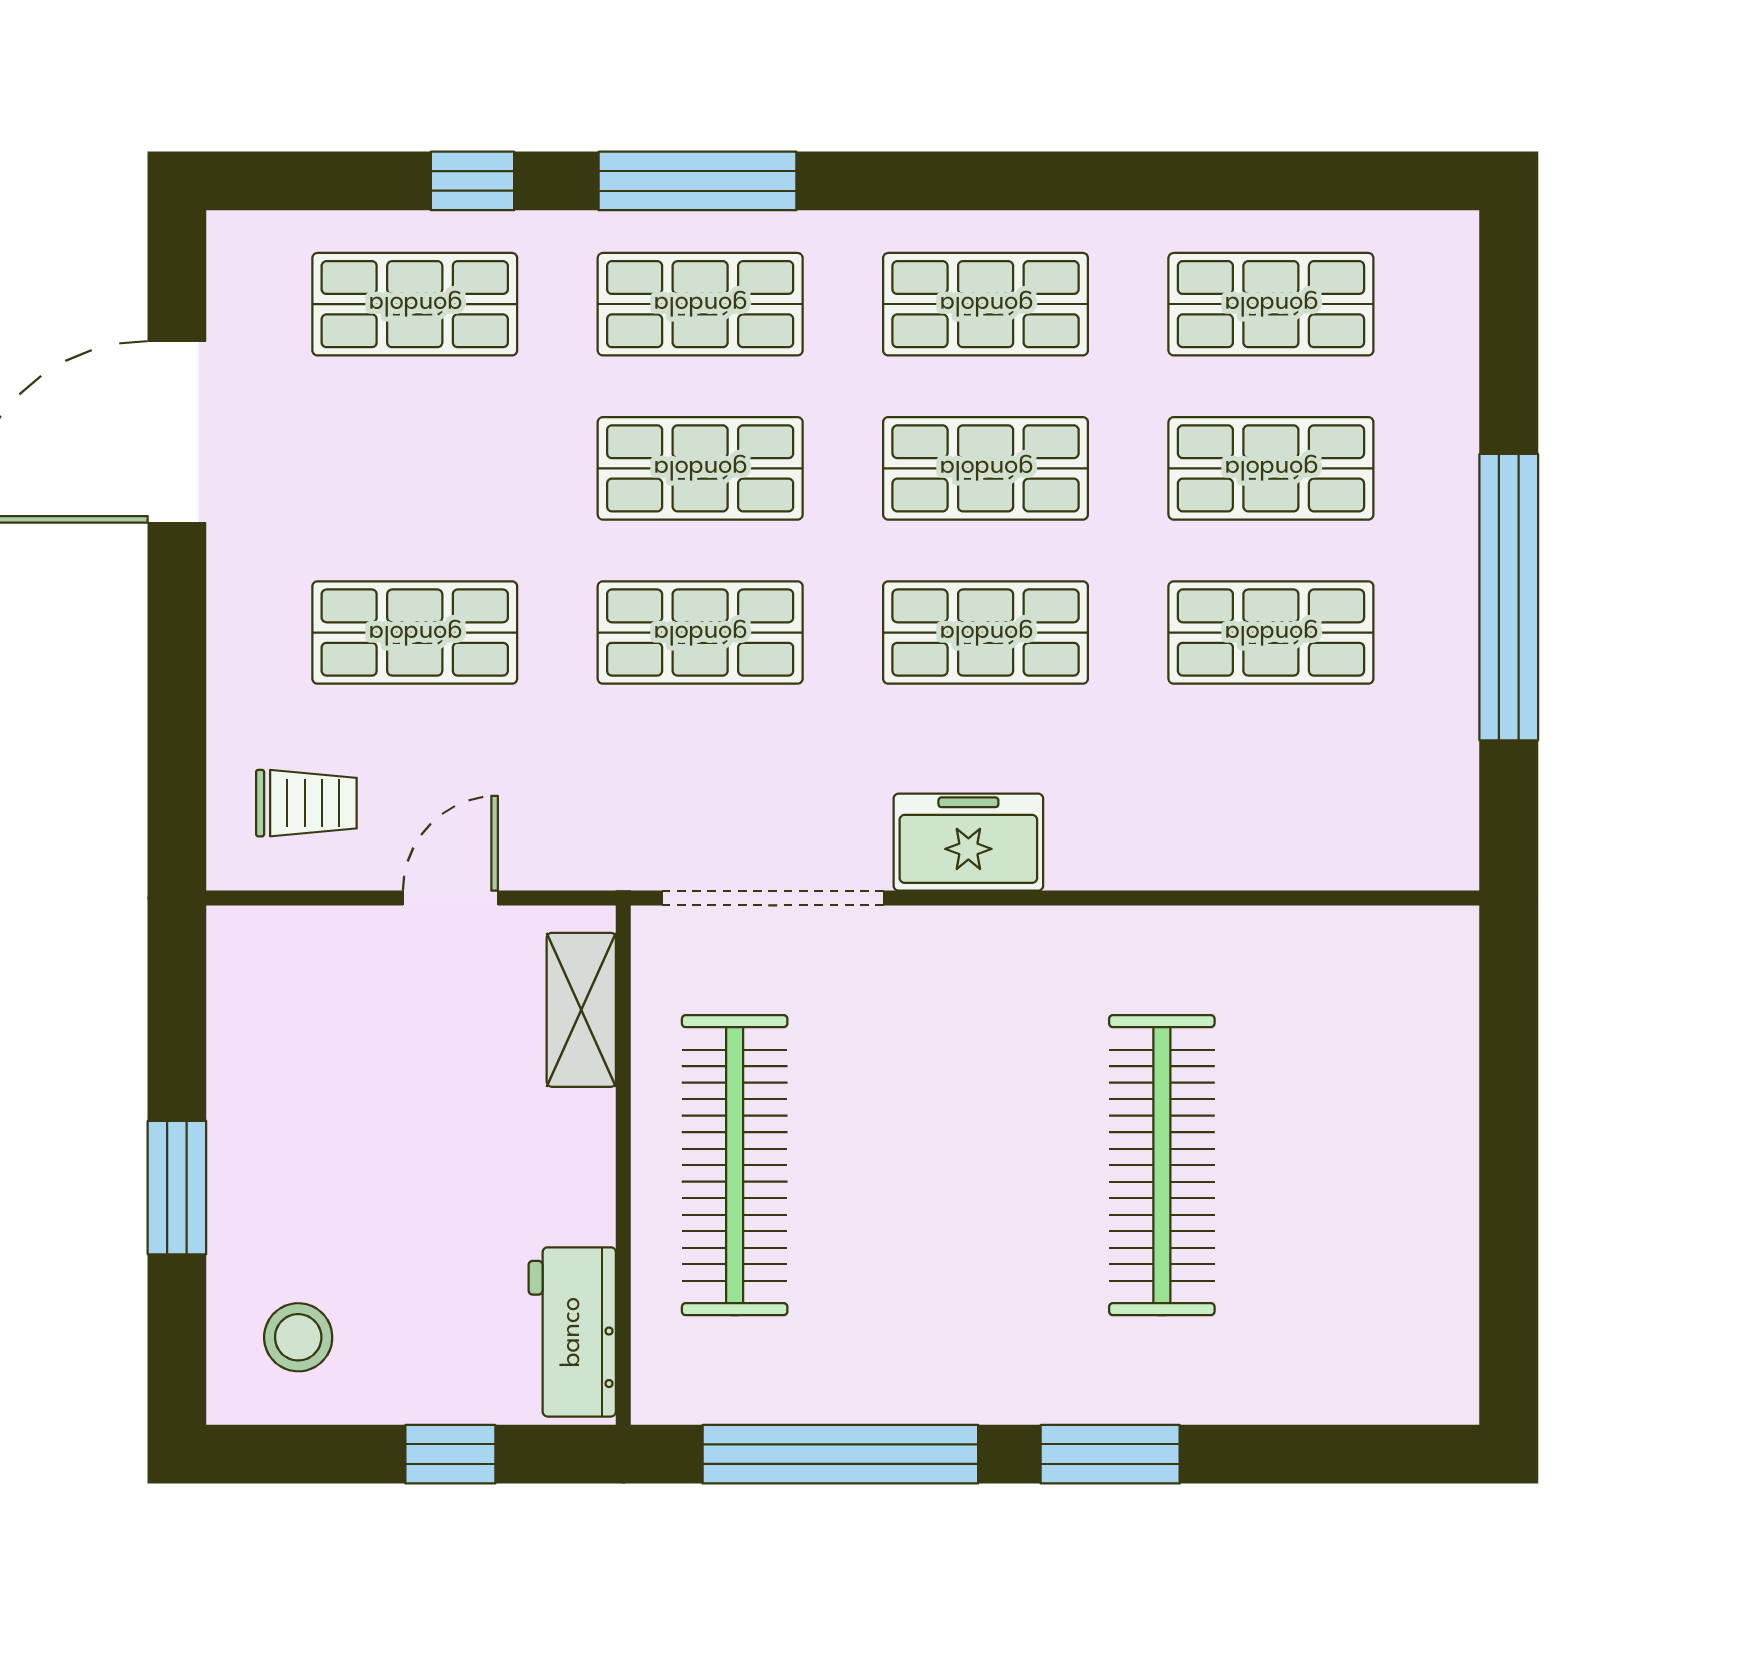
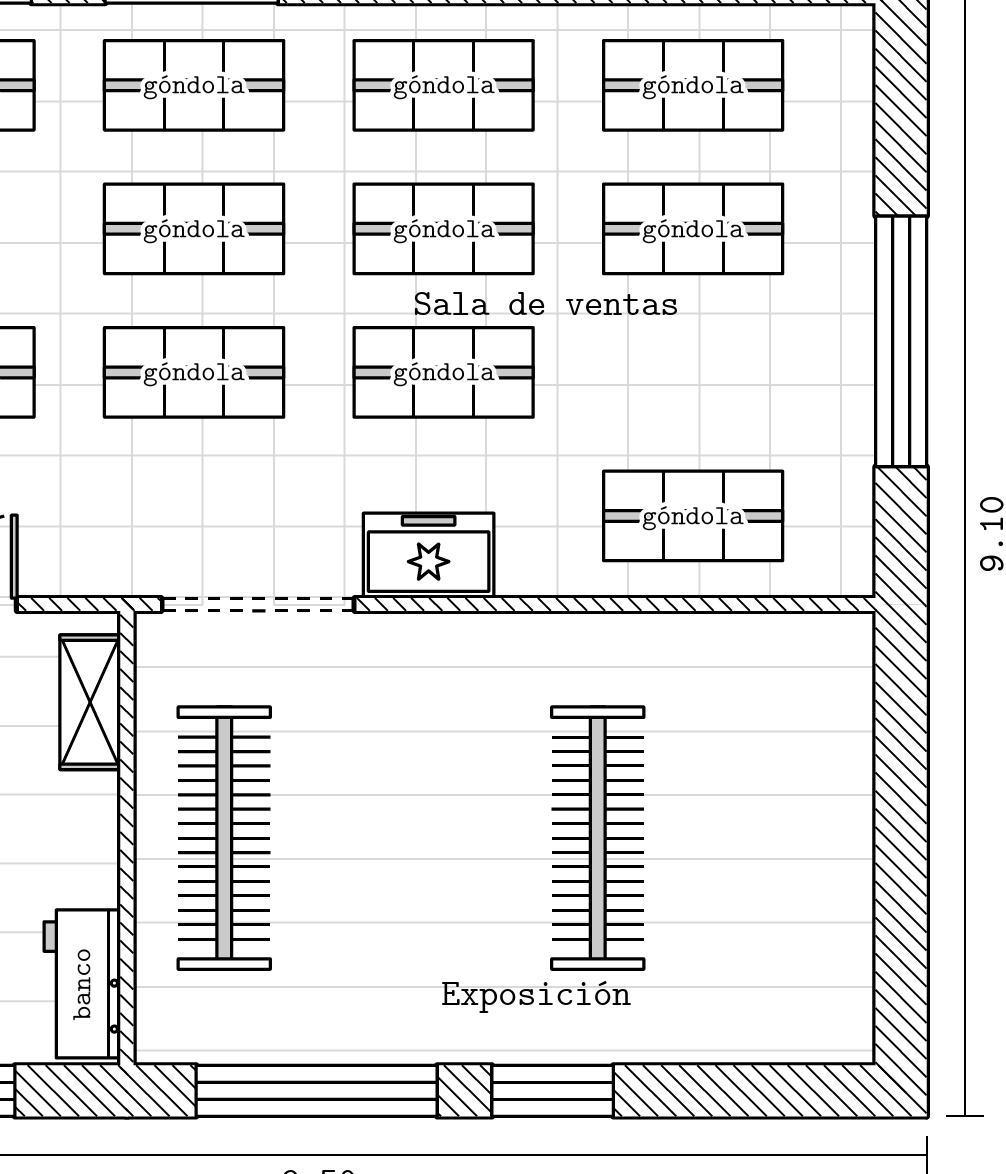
shop shelf: (1271, 633) -> (693, 516), moved

